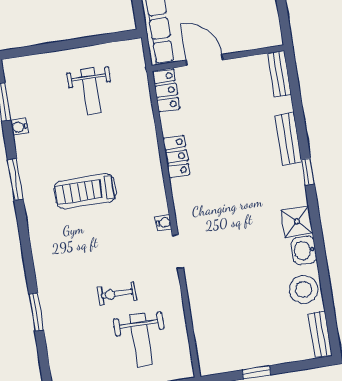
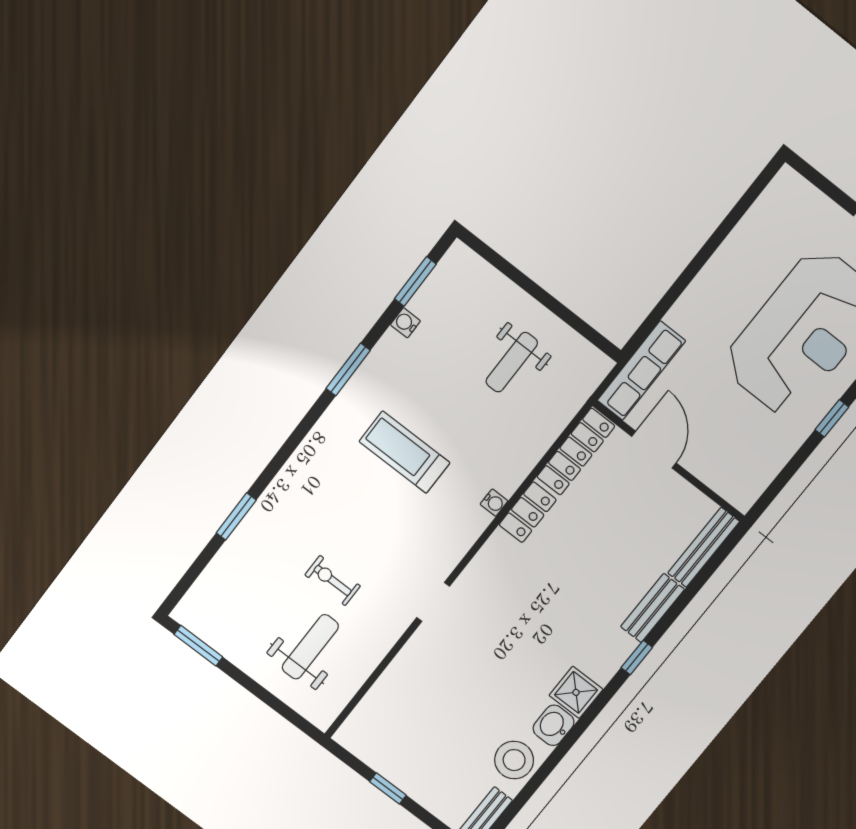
bench: (279, 74) -> (704, 547), width x1.36
locker: (166, 90) -> (576, 452), width x1.53
water cooler: (163, 223) -> (494, 503), moved
weight bench: (141, 340) -> (310, 647), turned 180

